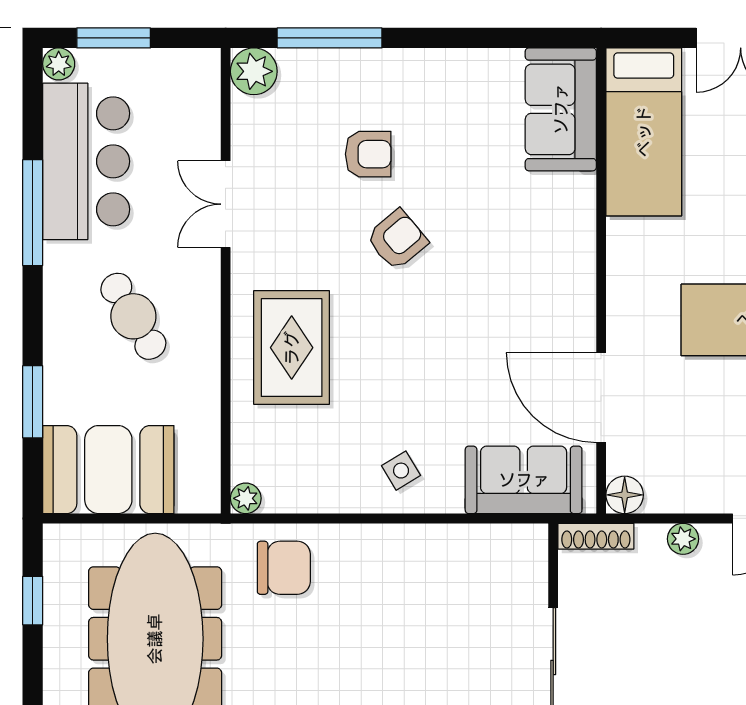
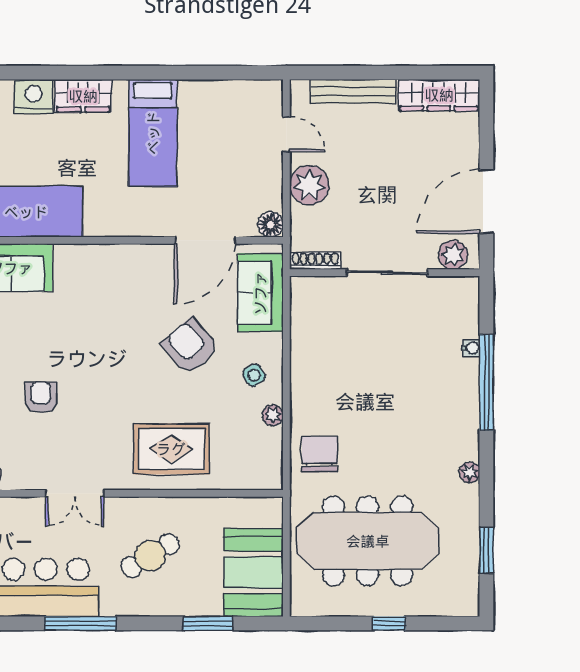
armchair: (397, 240) -> (190, 346), moved, width x1.38, depth x1.38
plant: (246, 498) -> (273, 415), moved
shoe rack: (596, 536) -> (315, 261), moved, turned -90
plant: (683, 539) -> (309, 185), width x1.88, depth x1.88
window: (33, 601) -> (389, 623), moved

